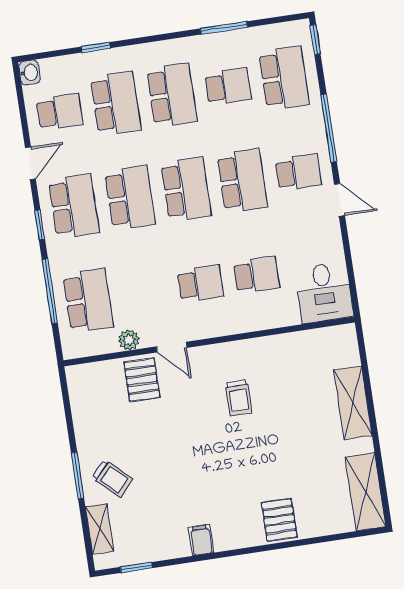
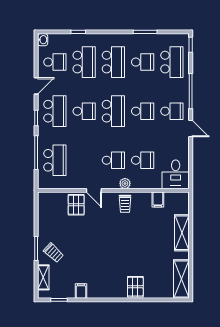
school desk: (242, 181) -> (143, 111), width x0.54
school desk: (130, 198) -> (84, 111), width x0.54
plant: (129, 340) -> (125, 183), moved
filing cabinet: (297, 346) -> (158, 200), added
trolley: (239, 398) -> (125, 204), moved
filing cabinet: (201, 540) -> (81, 291), moved

